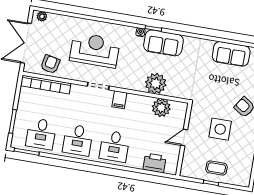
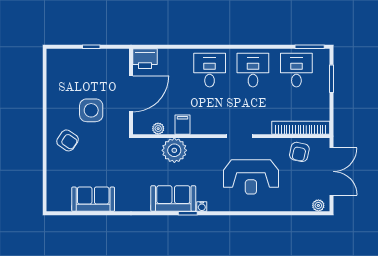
filing cabinet: (119, 100) -> (182, 125), moved
plant: (161, 108) -> (158, 129), width x0.53, depth x0.53
door: (184, 137) -> (131, 94), width x1.88
printer: (154, 163) -> (145, 59), moved
coffee table: (216, 168) -> (88, 65), removed

